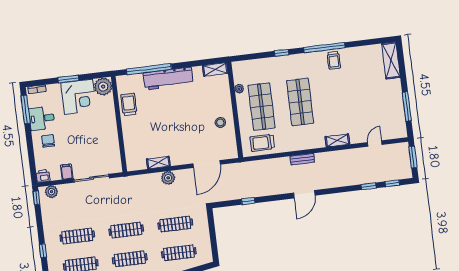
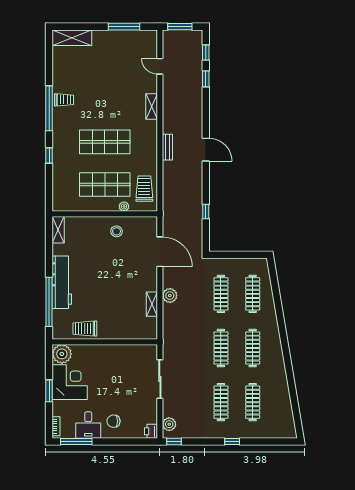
plant: (239, 89) -> (124, 206), moved
trolley: (262, 143) -> (144, 189), turned 180
filing cabinet: (67, 172) -> (149, 405), removed

